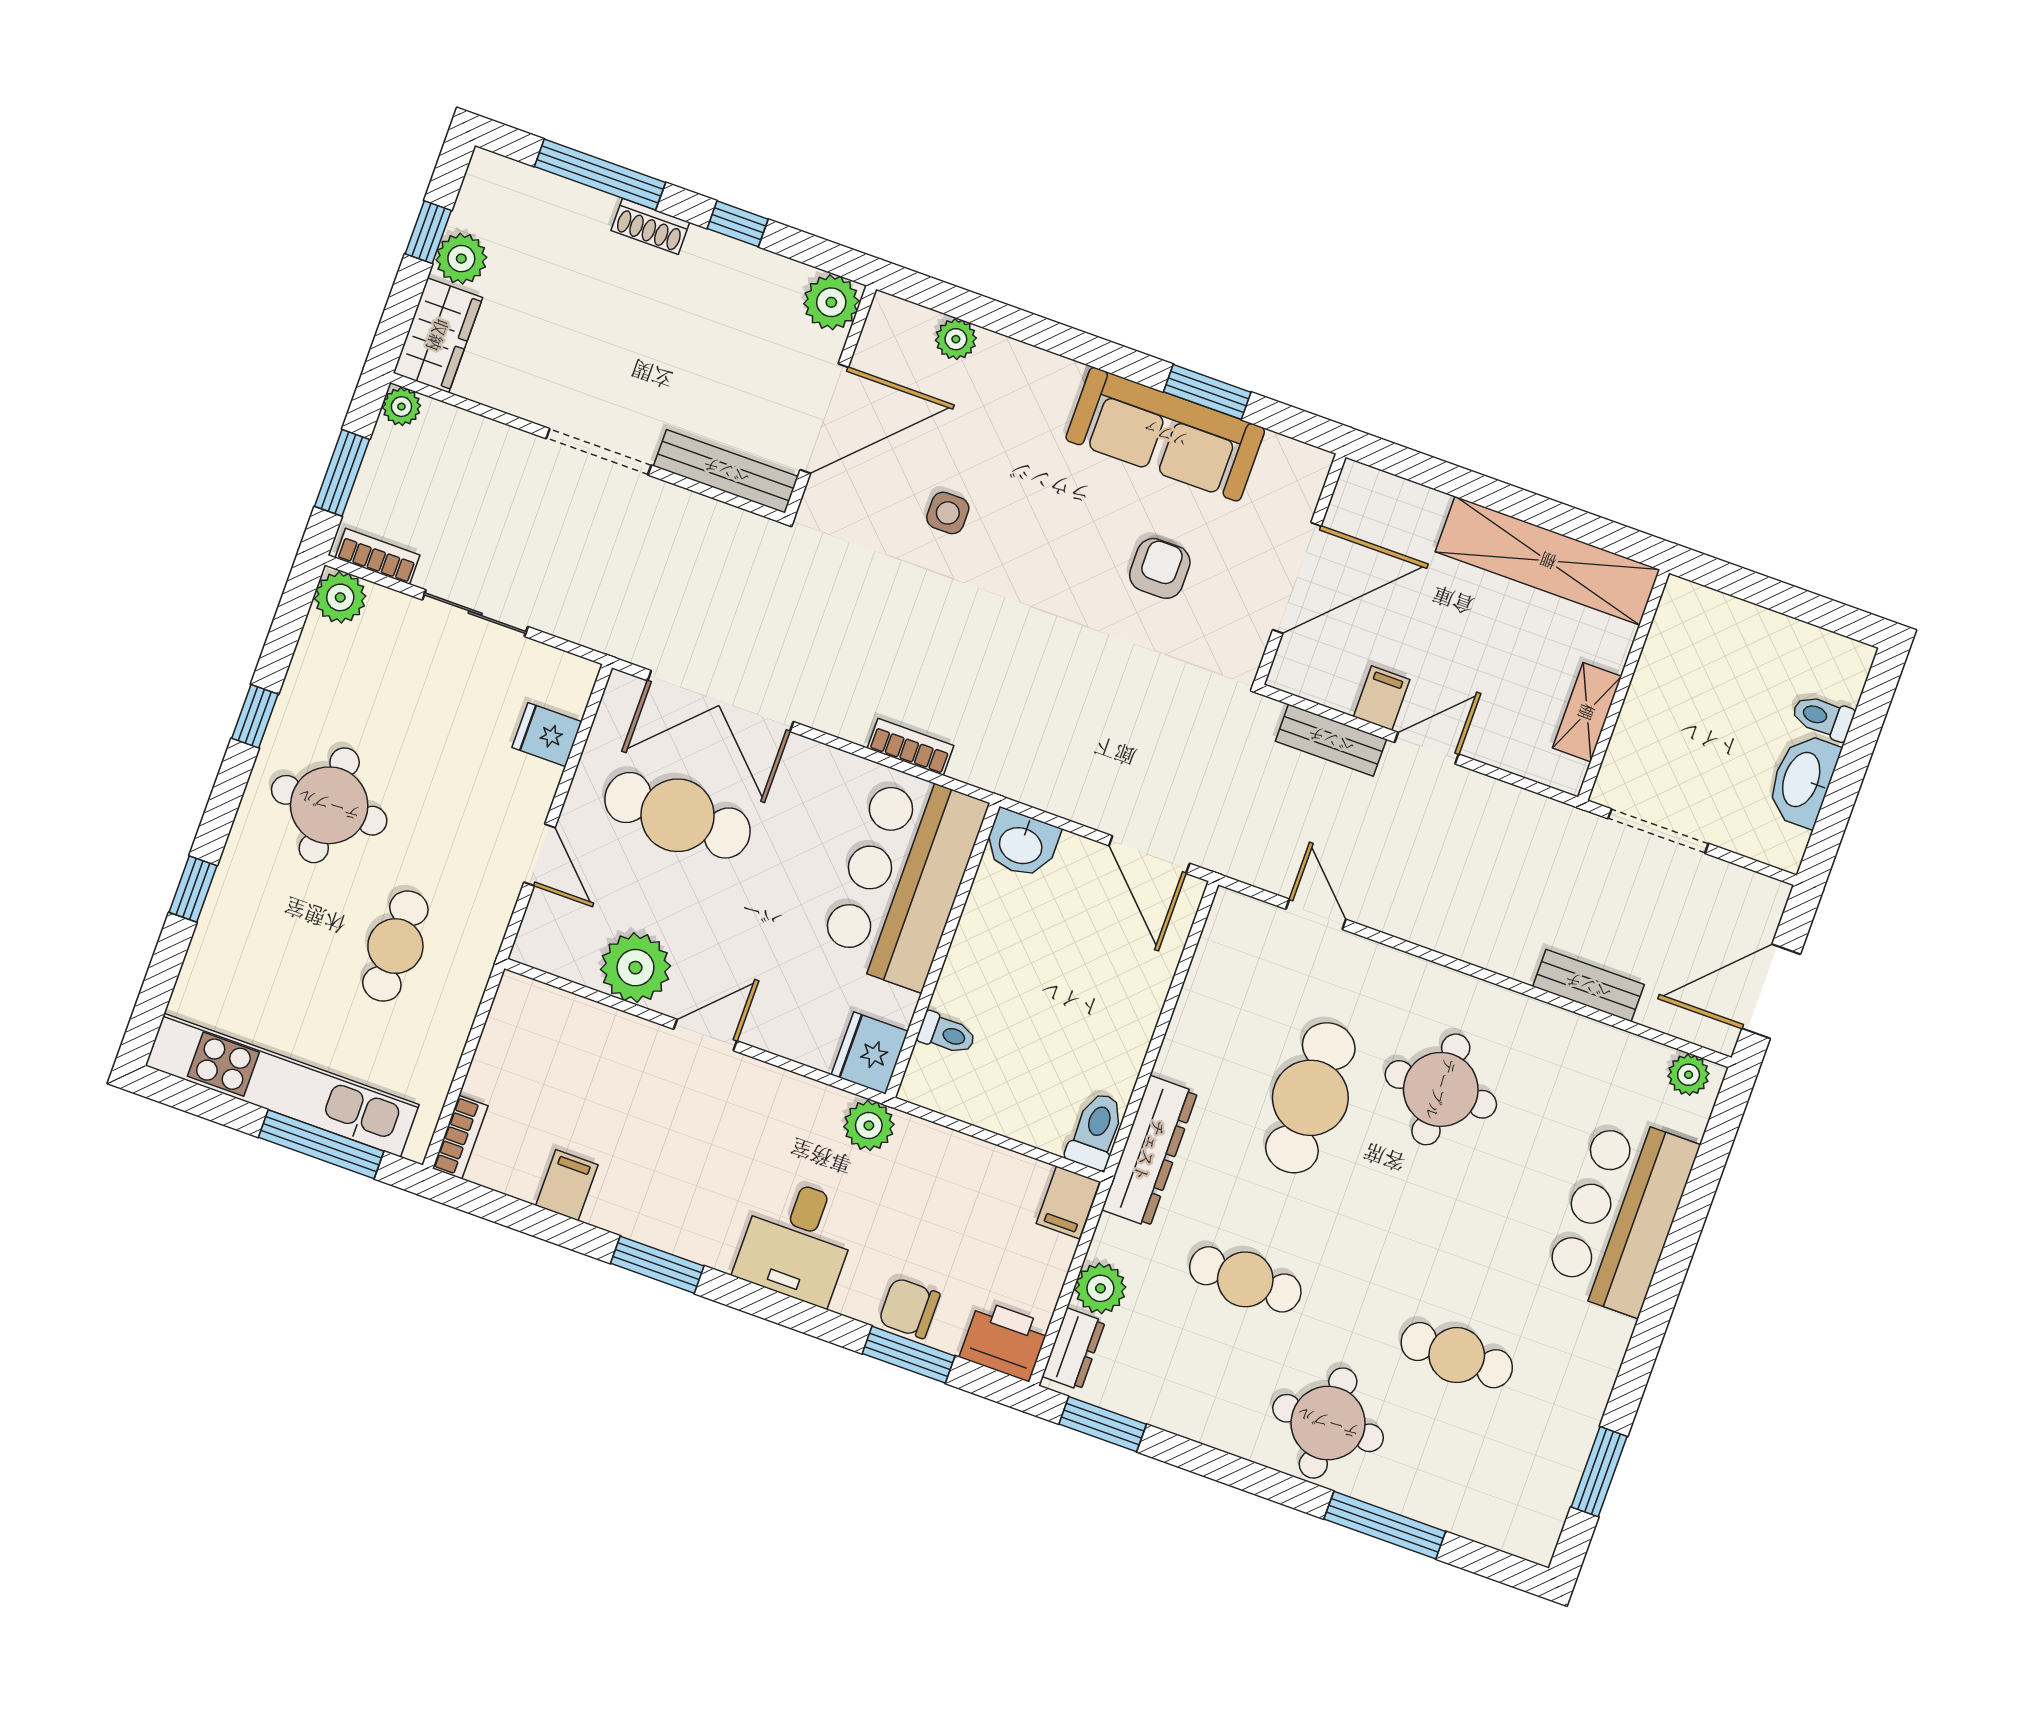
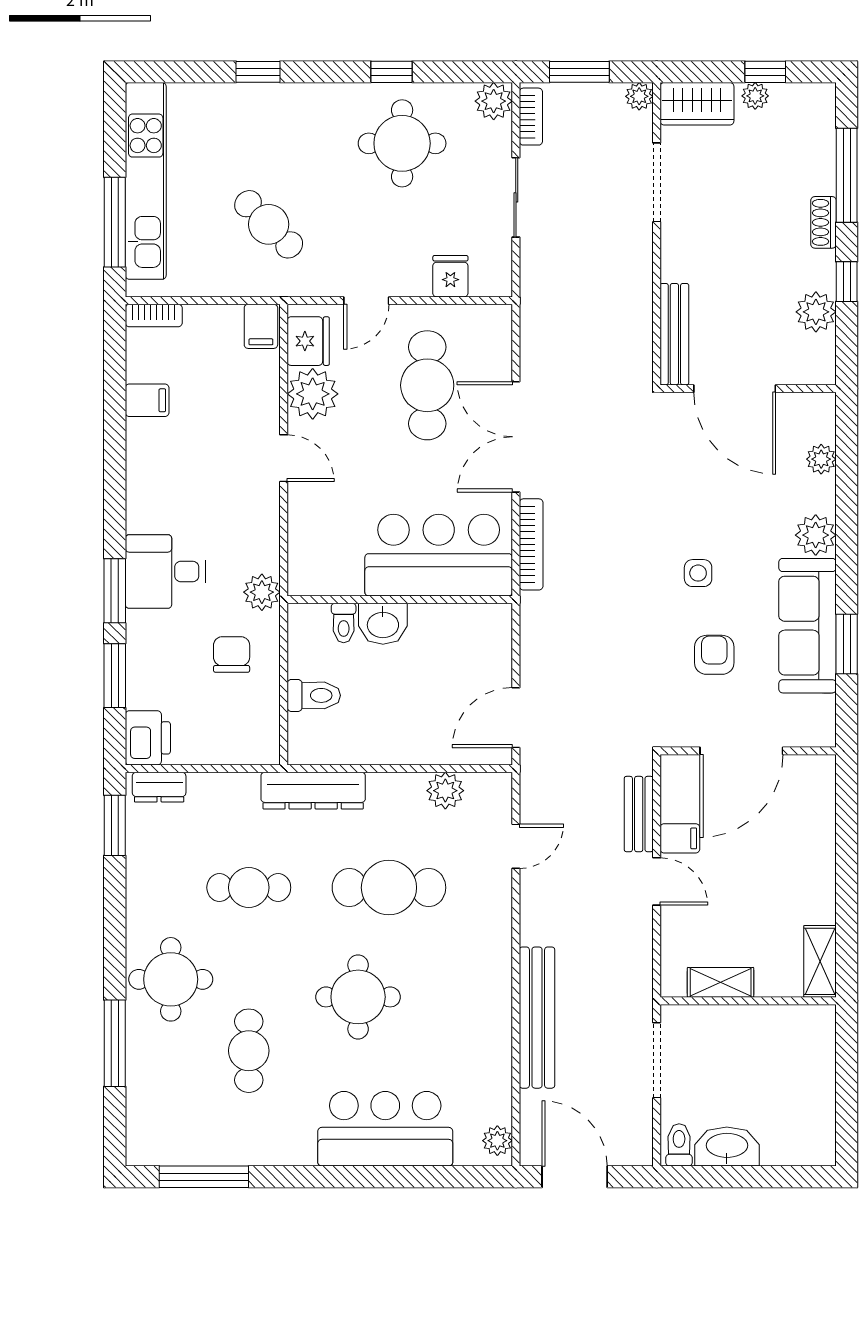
plant: (461, 259) -> (755, 96), width x0.73, depth x0.73
plant: (831, 302) -> (816, 312), moved
plant: (1052, 382) -> (816, 535), added
doorway: (599, 452) -> (657, 182), moved
side table: (948, 513) -> (698, 573), moved
shelving: (1548, 561) -> (820, 961), width x0.45, depth x0.75
armchair: (1160, 568) -> (714, 655), turned -90
door: (1297, 578) -> (741, 751), hinge flipped
double door: (720, 701) -> (516, 437), moved
toilet: (1823, 717) -> (679, 1145), moved
bookcase: (911, 747) -> (531, 544), width x1.56
round table: (329, 805) -> (402, 143), moved
washbasin: (1021, 844) -> (383, 624), moved, turned -90
cafe table: (395, 946) -> (269, 224), turned 45
bench: (1588, 986) -> (537, 1018), width x1.86, depth x1.21
fridge: (870, 1053) -> (308, 341), moved, turned 90
round table: (1441, 1089) -> (358, 997), moved
toilet: (1096, 1131) -> (314, 695), moved
filing cabinet: (1068, 1203) -> (261, 326), moved, turned -90
window: (657, 1265) -> (115, 591), moved
cafe table: (1245, 1279) -> (249, 888), turned 90
plant: (1100, 1288) -> (445, 791), moved
chair: (909, 1308) -> (232, 654), moved
window: (1599, 1472) -> (204, 1177), width x1.44

